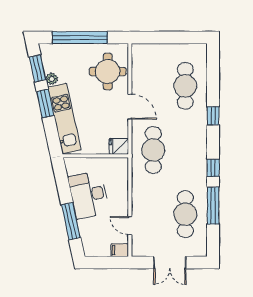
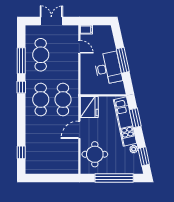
cafe table: (185, 86) -> (41, 99), moved
window: (45, 103) -> (135, 118), moved
door: (130, 107) -> (79, 130), hinge flipped
window: (213, 116) -> (21, 152), moved
fridge: (119, 146) -> (89, 107), width x1.88, depth x1.34
window: (71, 221) -> (123, 60), moved

